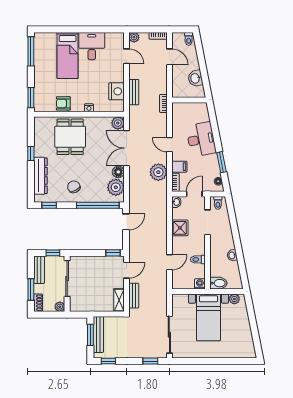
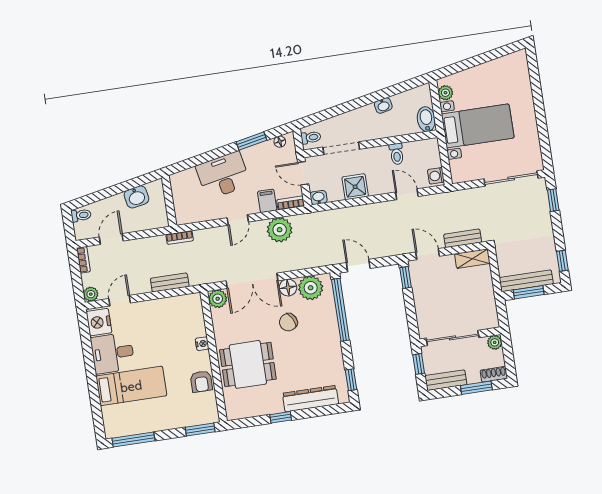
nightstand: (116, 91) -> (99, 322), moved, turned -90
chair: (74, 187) -> (288, 322), moved
washing machine: (200, 284) -> (436, 176), moved

